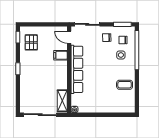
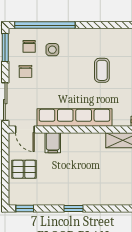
door: (69, 37) -> (25, 129), hinge flipped
pallet: (31, 42) -> (24, 169), moved
coffee table: (125, 85) -> (102, 70), moved

